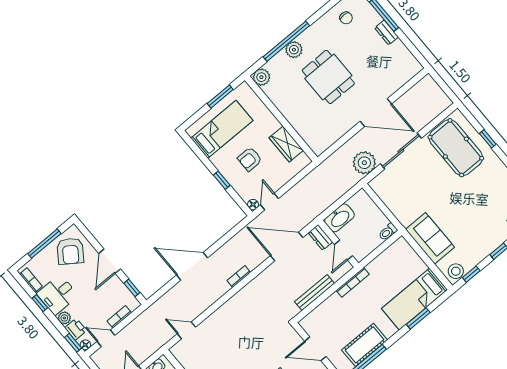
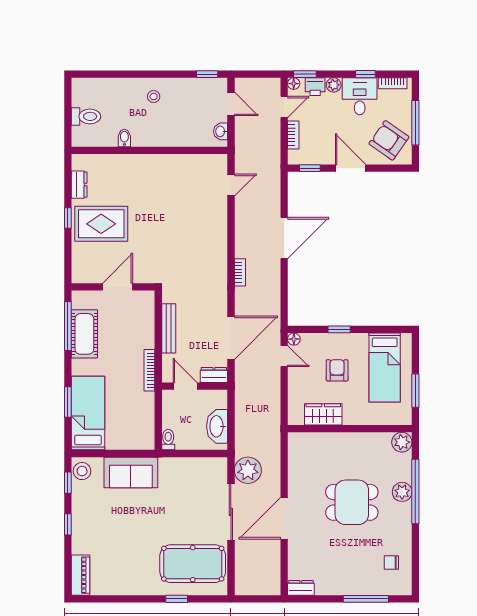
dresser: (387, 32) -> (301, 588), moved
washbasin: (339, 218) -> (217, 426), moved

